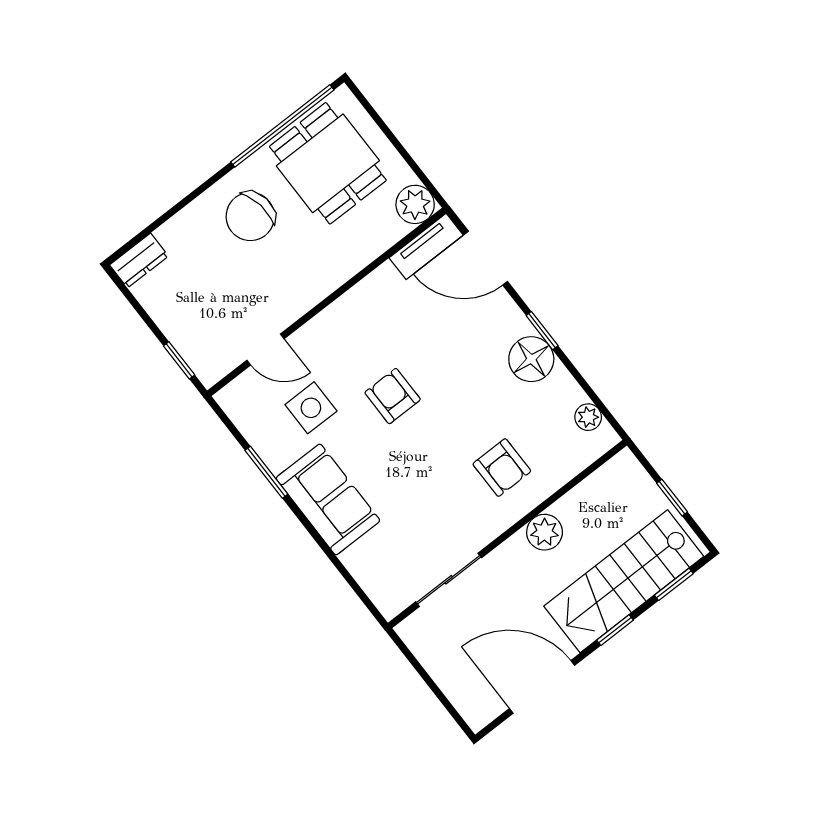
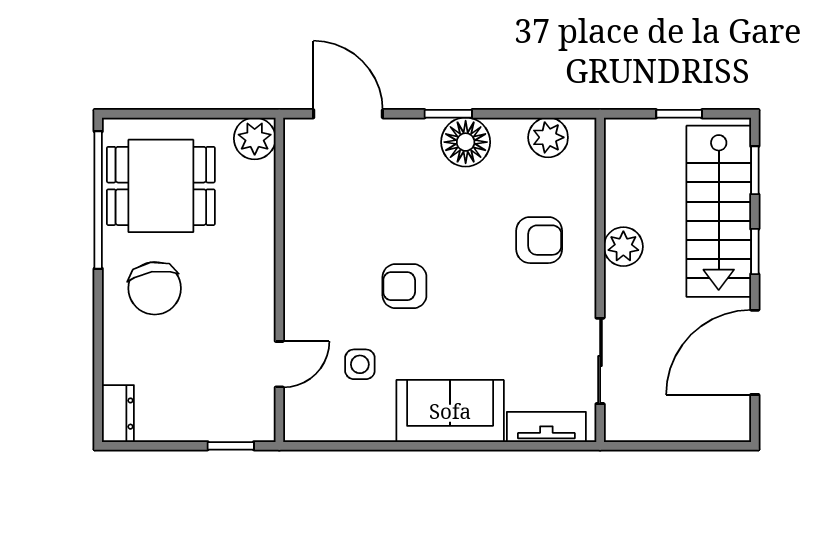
tv unit: (426, 246) -> (546, 427), moved, turned -90
door: (486, 258) -> (348, 114), swing flipped
side table: (311, 408) -> (360, 364), width x0.73, depth x0.73
plant: (588, 417) -> (548, 137), width x1.38, depth x1.38
window: (266, 472) -> (385, 446), removed

